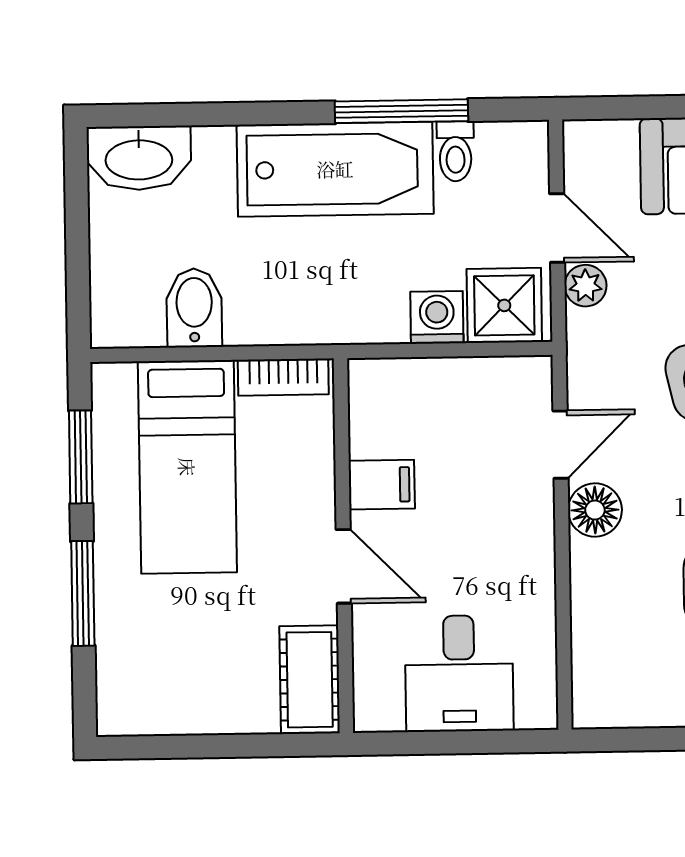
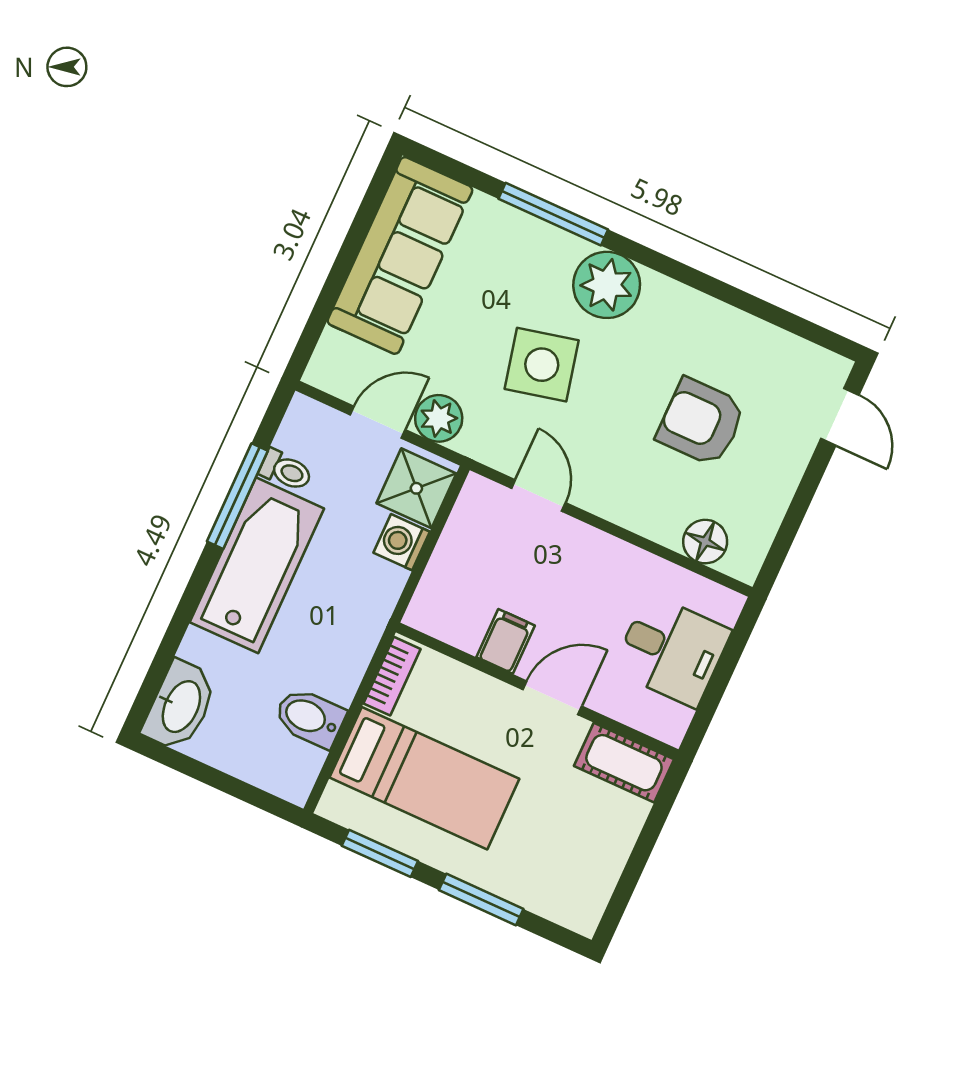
plant: (585, 286) -> (439, 418), width x1.38, depth x1.38
floor lamp: (595, 510) -> (705, 542), moved

